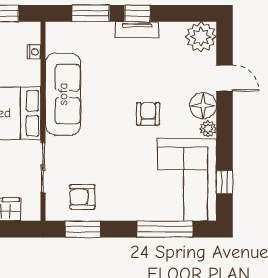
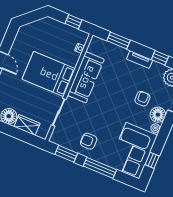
window: (137, 13) -> (160, 58), moved
armchair: (148, 114) -> (142, 99), moved
armchair: (82, 197) -> (89, 141), moved
window: (165, 229) -> (100, 168), moved

